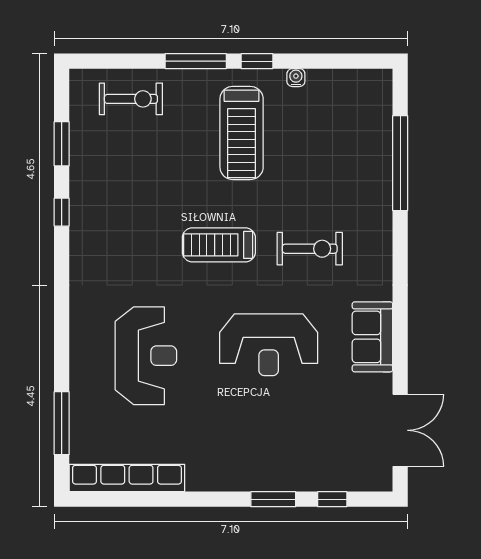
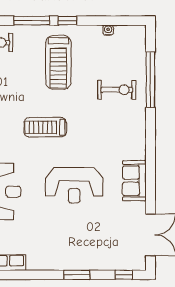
water cooler: (296, 78) -> (108, 30), moved
exercise bike: (310, 249) -> (117, 90), moved
window: (332, 499) -> (124, 275), moved

